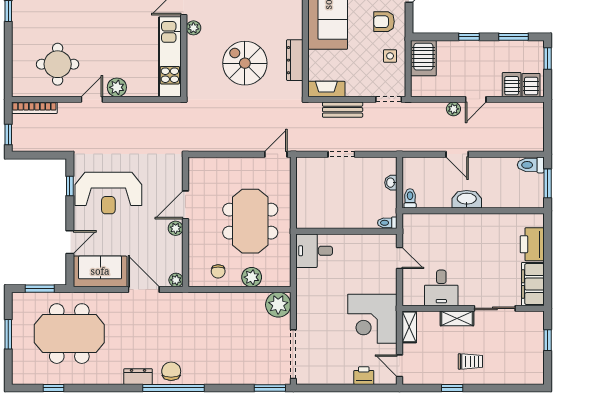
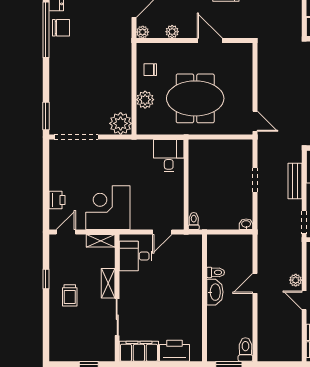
washbasin: (391, 183) -> (246, 224), moved
toilet: (410, 198) -> (216, 272), moved
plant: (176, 228) -> (172, 32), moved
desk: (441, 288) -> (135, 256), moved

